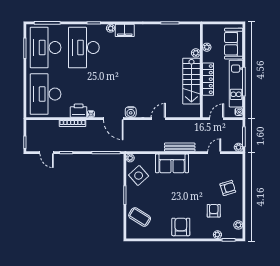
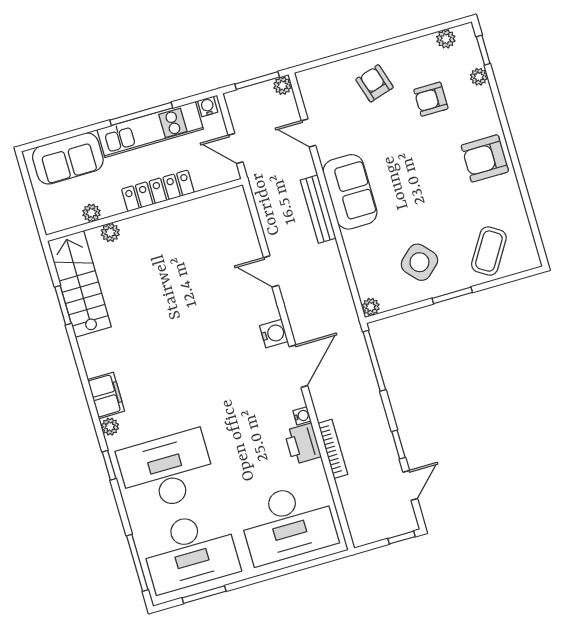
desk: (84, 48) -> (167, 471), turned 180
stairs: (191, 81) -> (79, 284), moved, turned -90
sofa: (172, 163) -> (350, 192), moved
side table: (139, 176) -> (419, 262), moved

